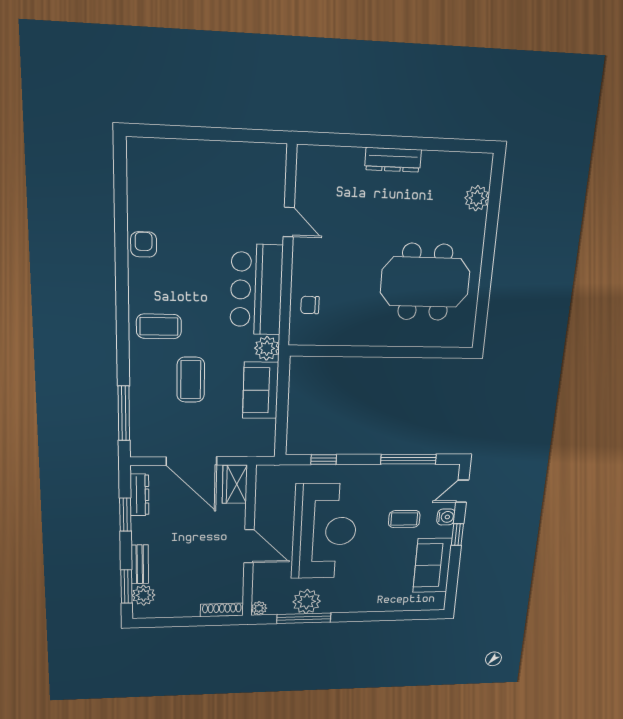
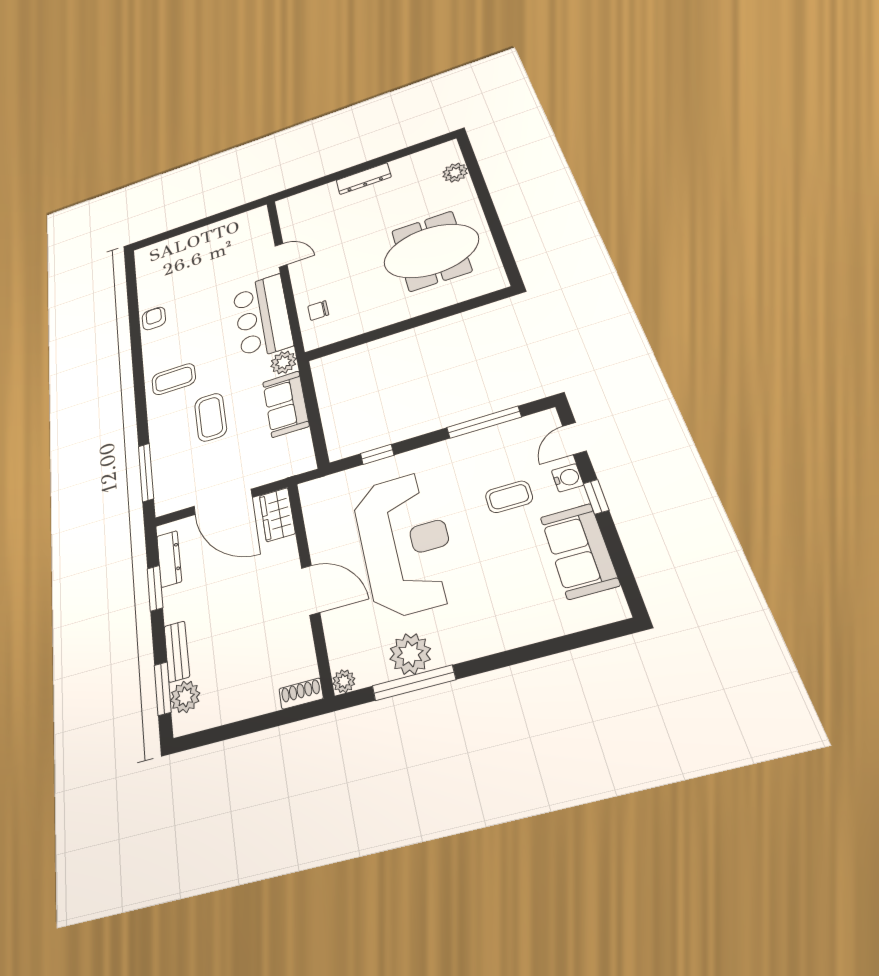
shoe rack: (222, 610) -> (301, 694), width x0.70

